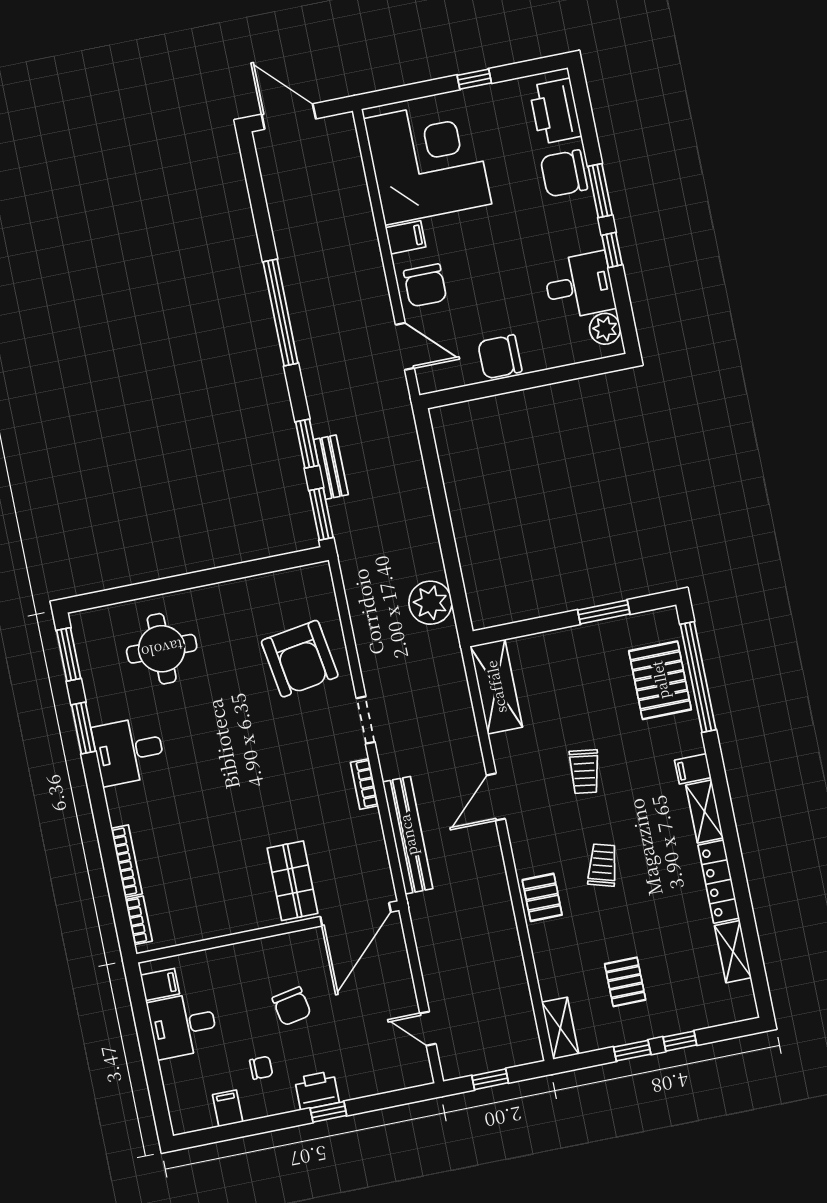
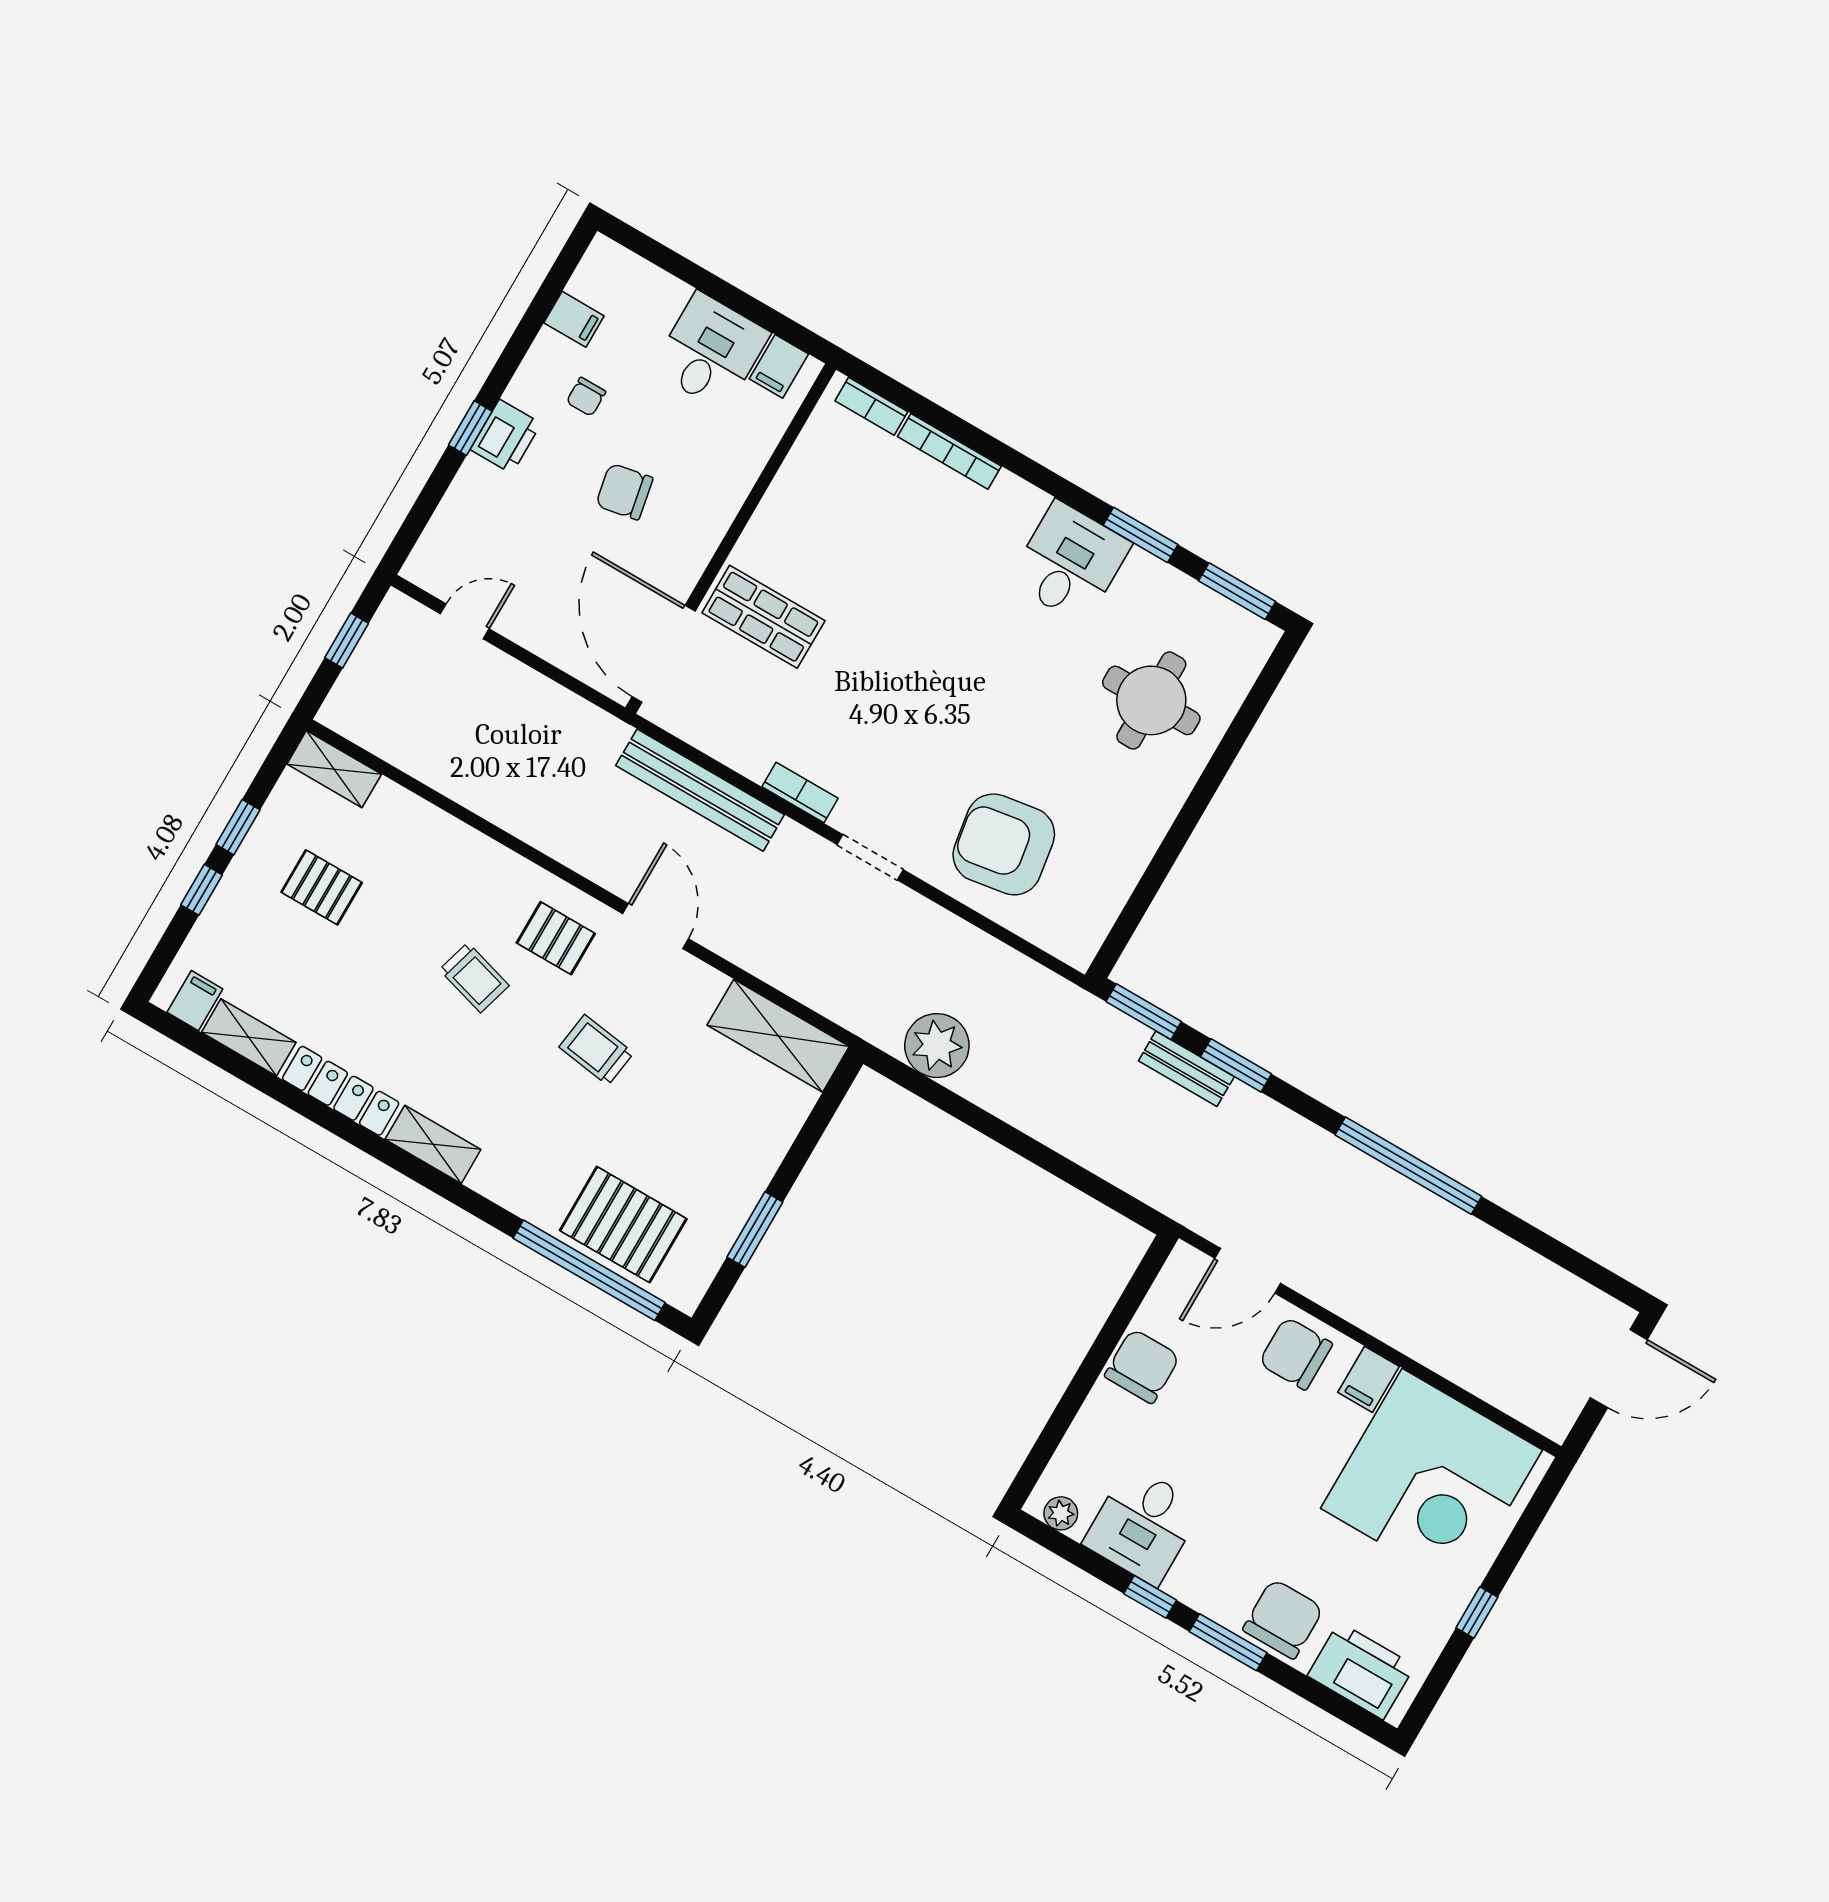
plant: (605, 329) -> (1061, 1513), width x0.73, depth x0.73
filing cabinet: (693, 769) -> (195, 1001), moved
pallet: (542, 897) -> (556, 938), moved

